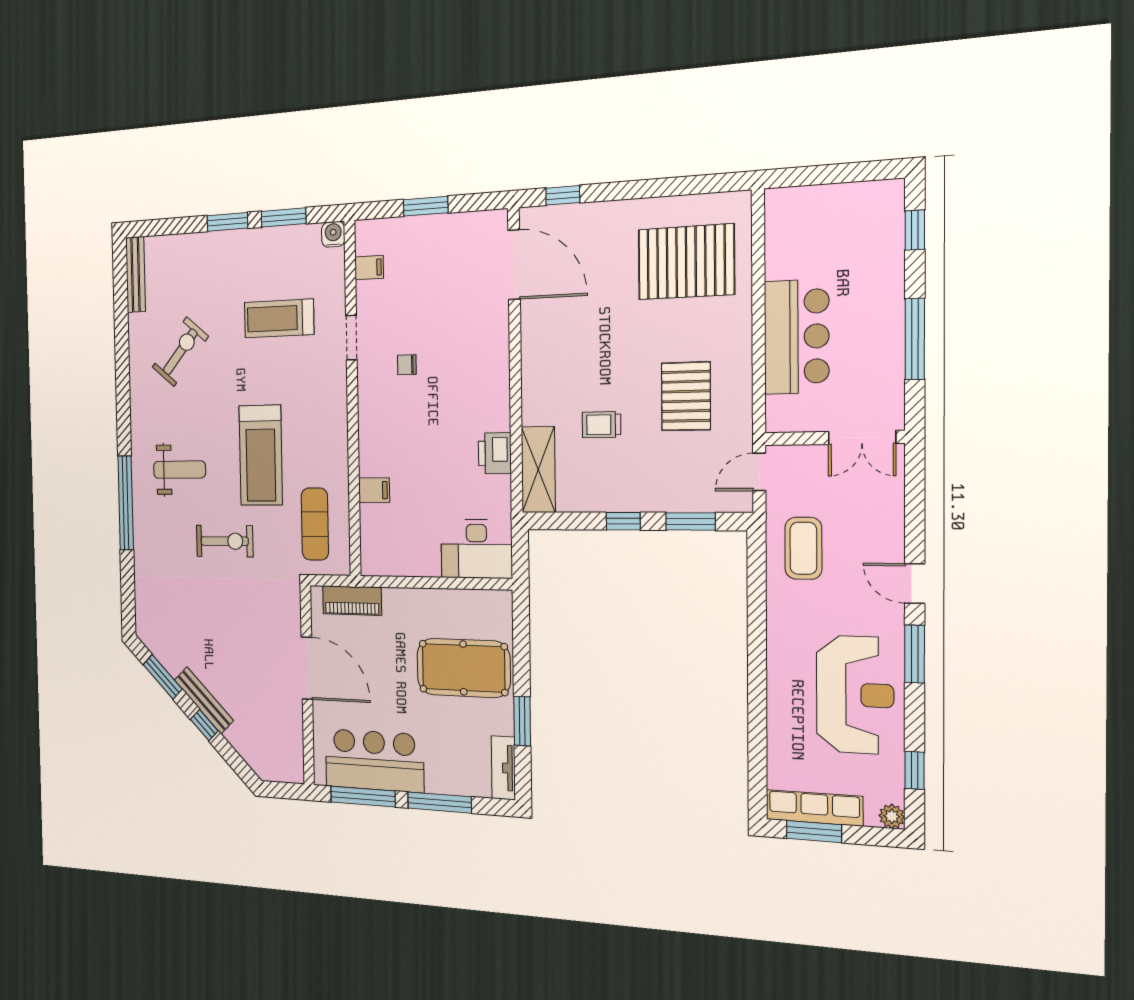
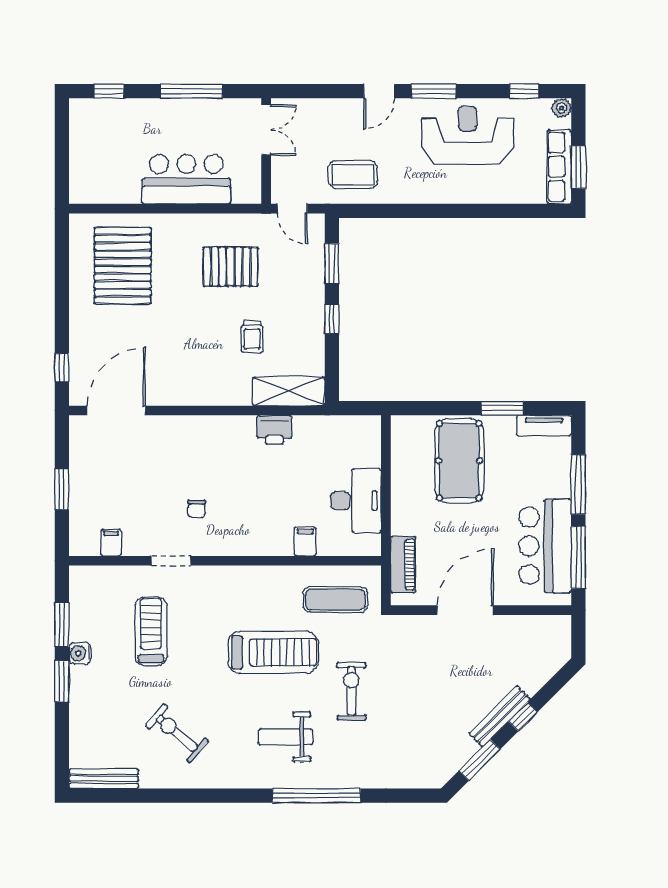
water cooler: (333, 234) -> (80, 653), moved
treadmill: (279, 318) -> (151, 631), turned 180
weight bench: (179, 470) -> (285, 737), turned -90
desk: (477, 549) -> (356, 501), moved

